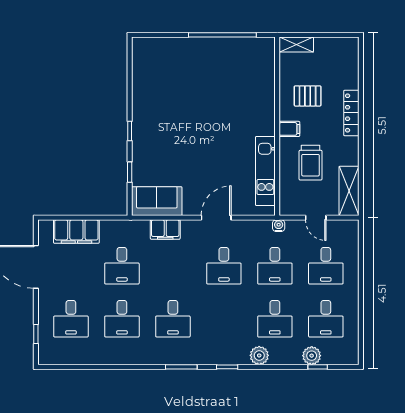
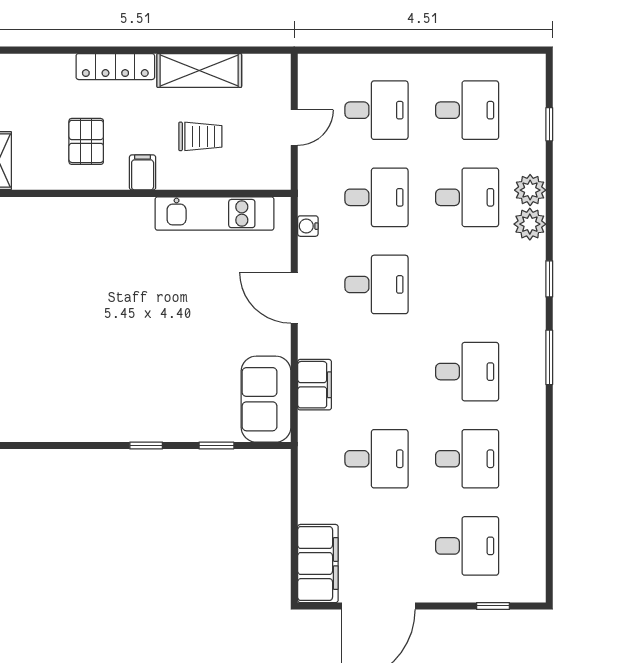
trolley: (311, 163) -> (200, 136), width x0.73, depth x0.72
shelving: (349, 191) -> (199, 70), moved
water cooler: (279, 226) -> (308, 226), moved
filing cabinet: (76, 232) -> (318, 564), moved
plant: (312, 356) -> (530, 190), moved

